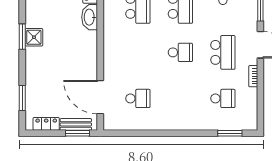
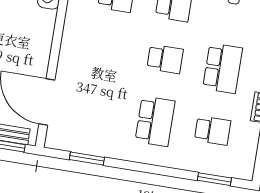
school desk: (138, 98) -> (155, 121), moved, width x1.85
window: (136, 133) -> (87, 158), added

